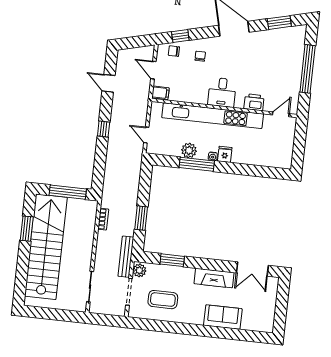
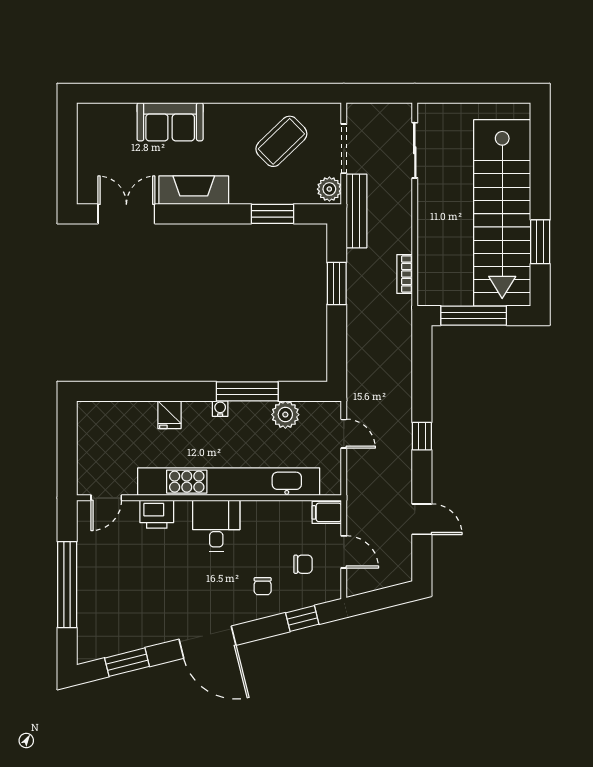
chair: (174, 51) -> (303, 564), moved
plant: (189, 150) -> (285, 415), moved
fridge: (225, 154) -> (169, 415), moved
coffee table: (163, 300) -> (281, 141), turned -44

